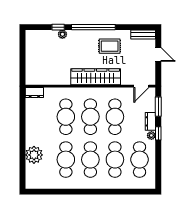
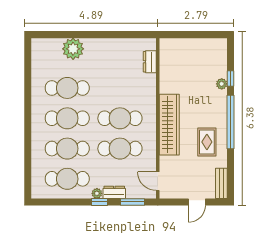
dresser: (34, 93) -> (150, 62), moved
cafe table: (66, 117) -> (120, 88), removed

